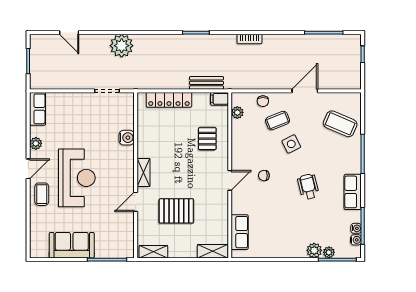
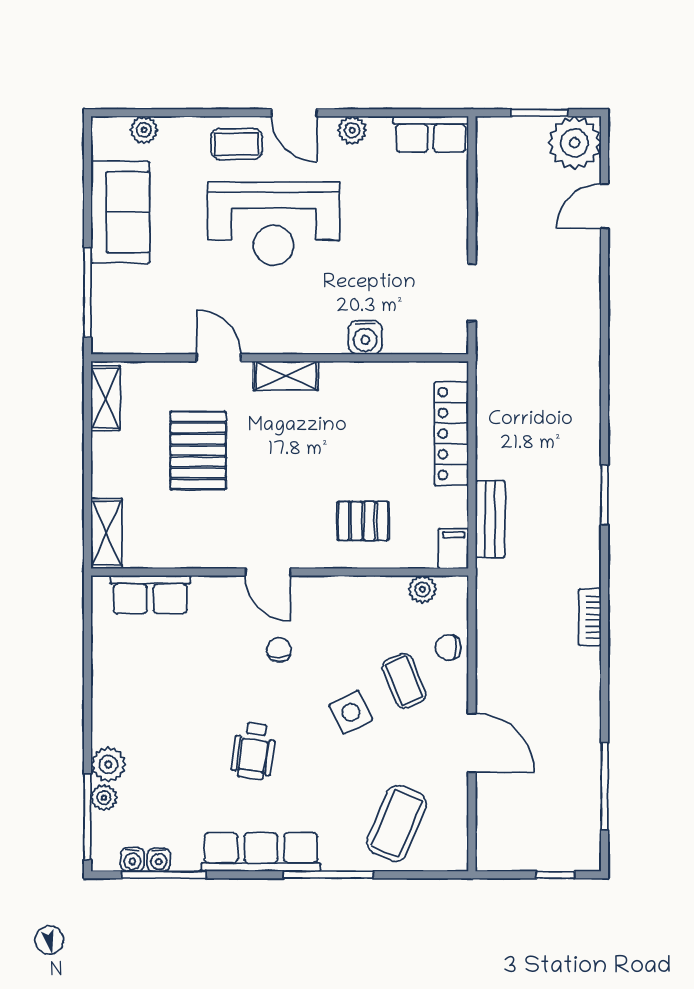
plant: (122, 46) -> (575, 143), moved
wheelchair: (308, 187) -> (254, 751), turned 112
row of seats: (353, 192) -> (261, 852), width x1.48
plant: (36, 235) -> (144, 130), added

